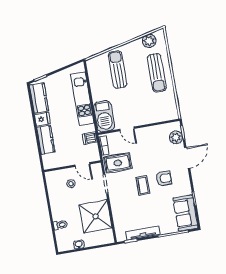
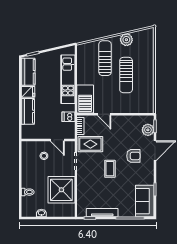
plant: (149, 41) -> (126, 40), moved
sun lounger: (157, 73) -> (126, 75), moved
armchair: (164, 178) -> (133, 156), moved

